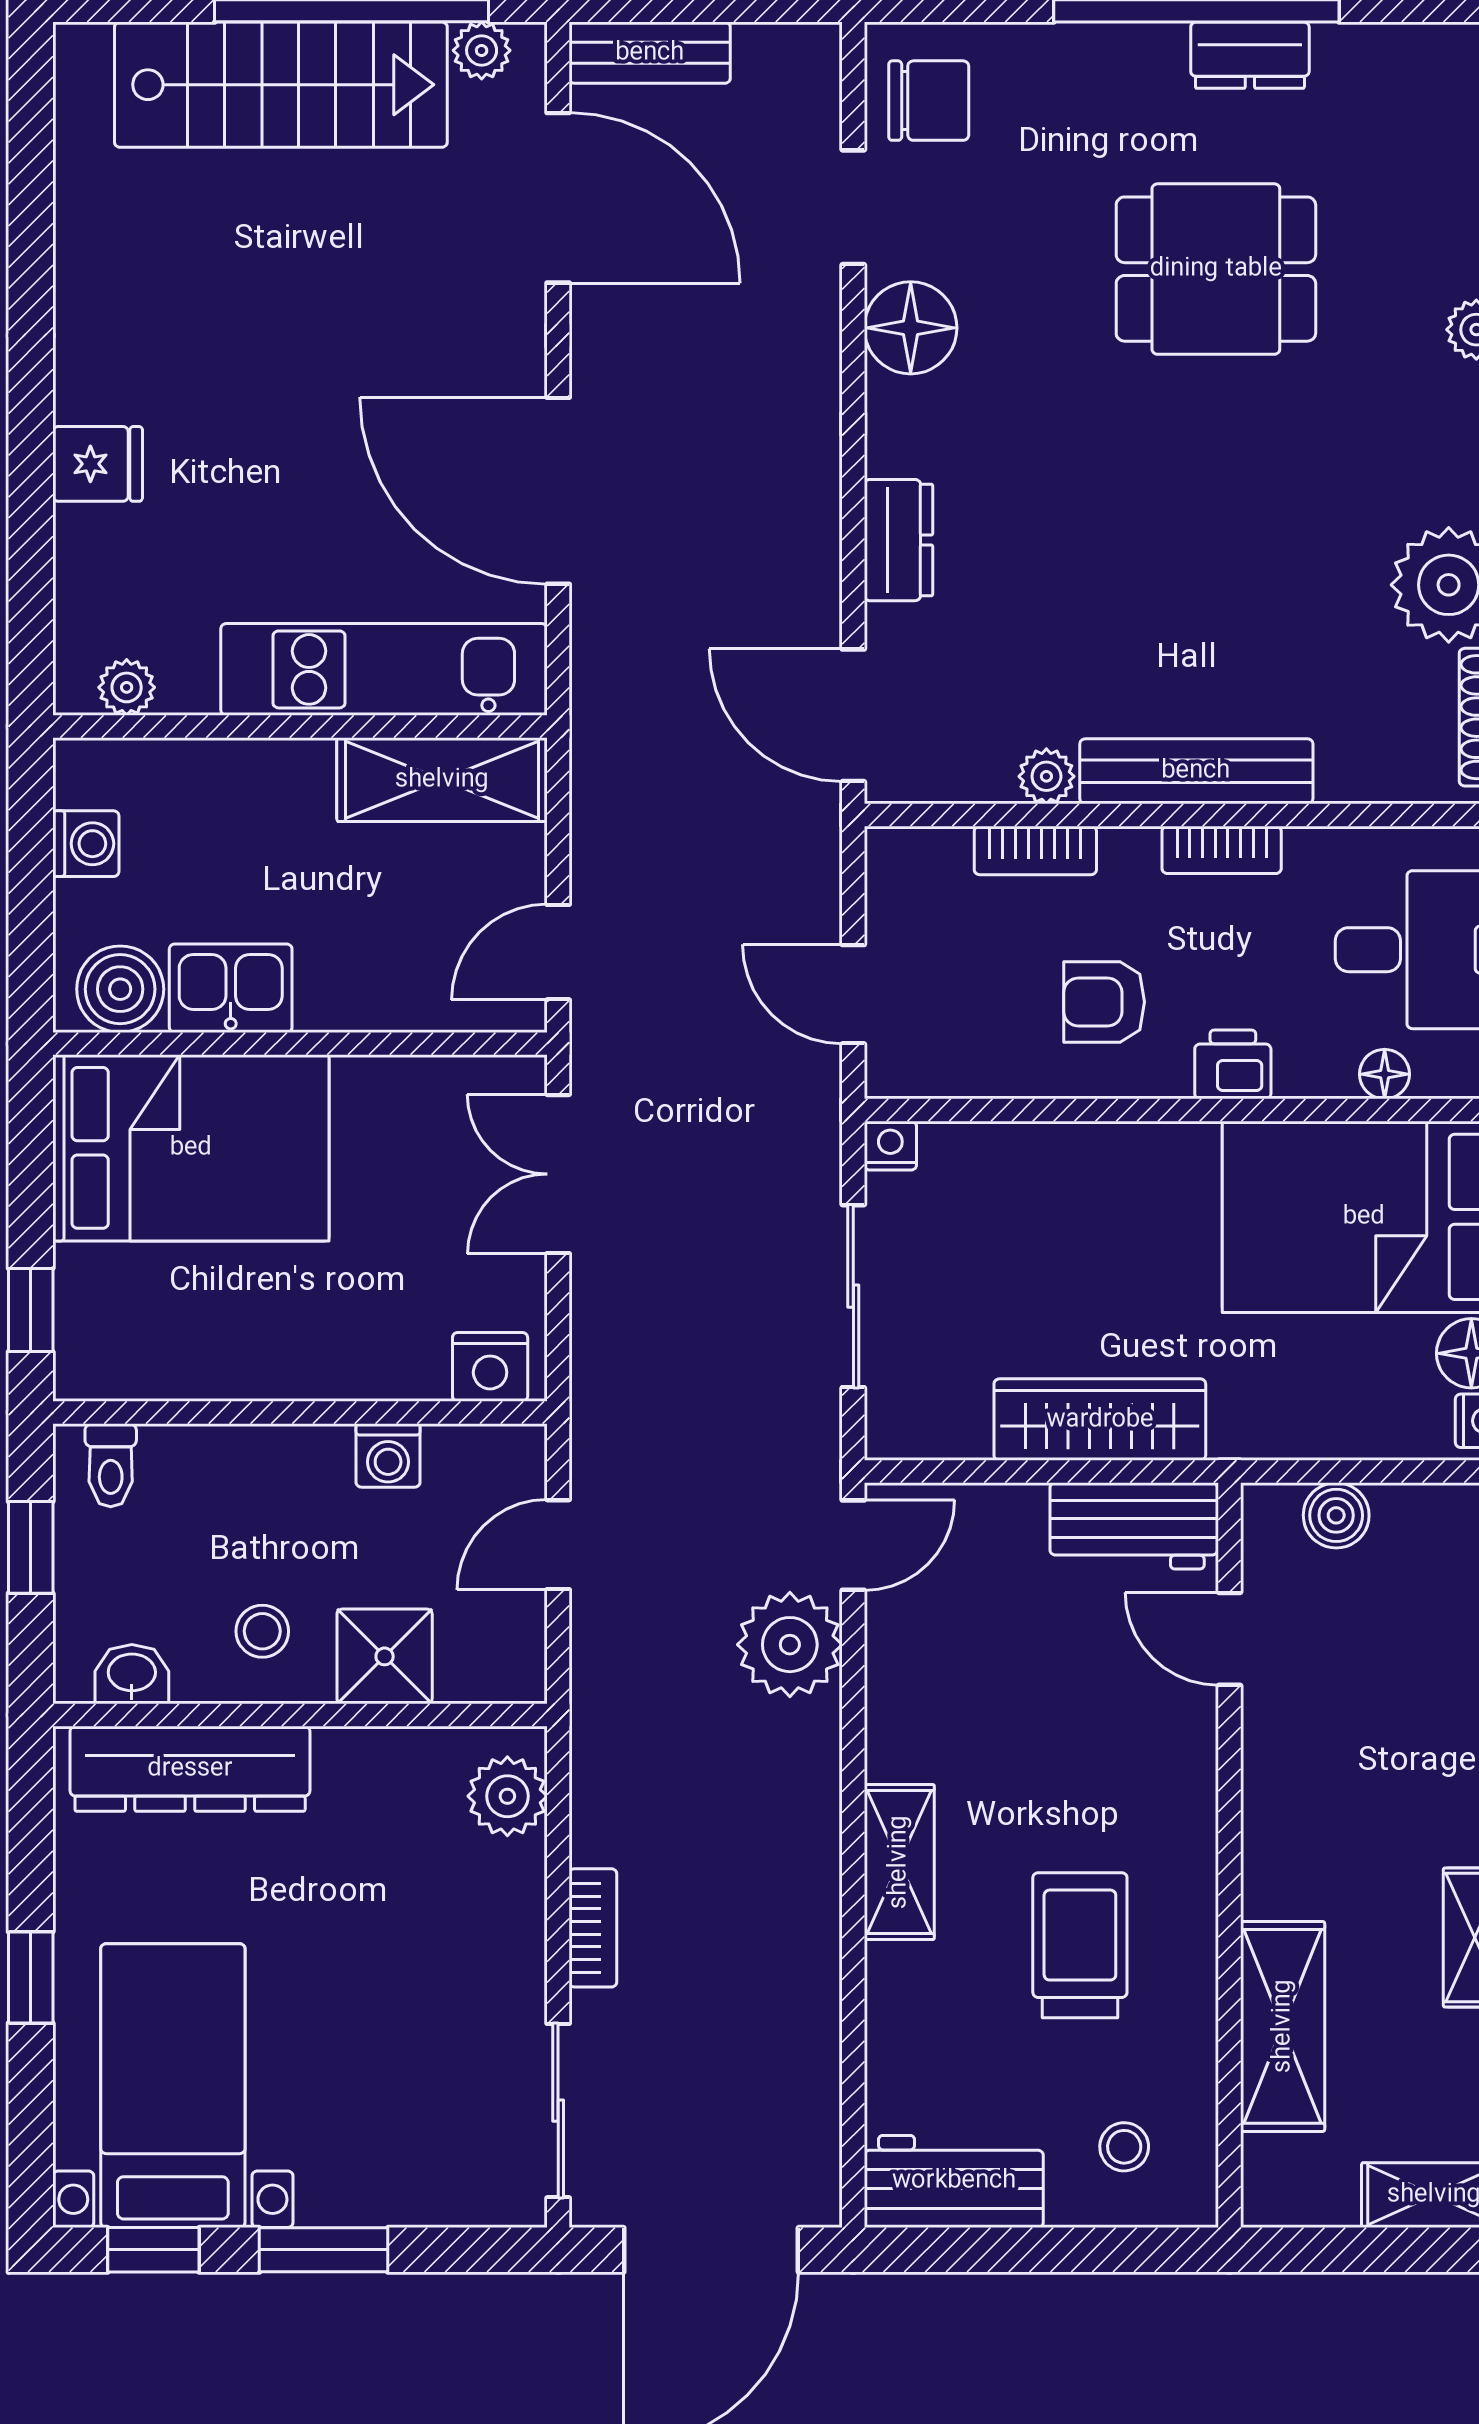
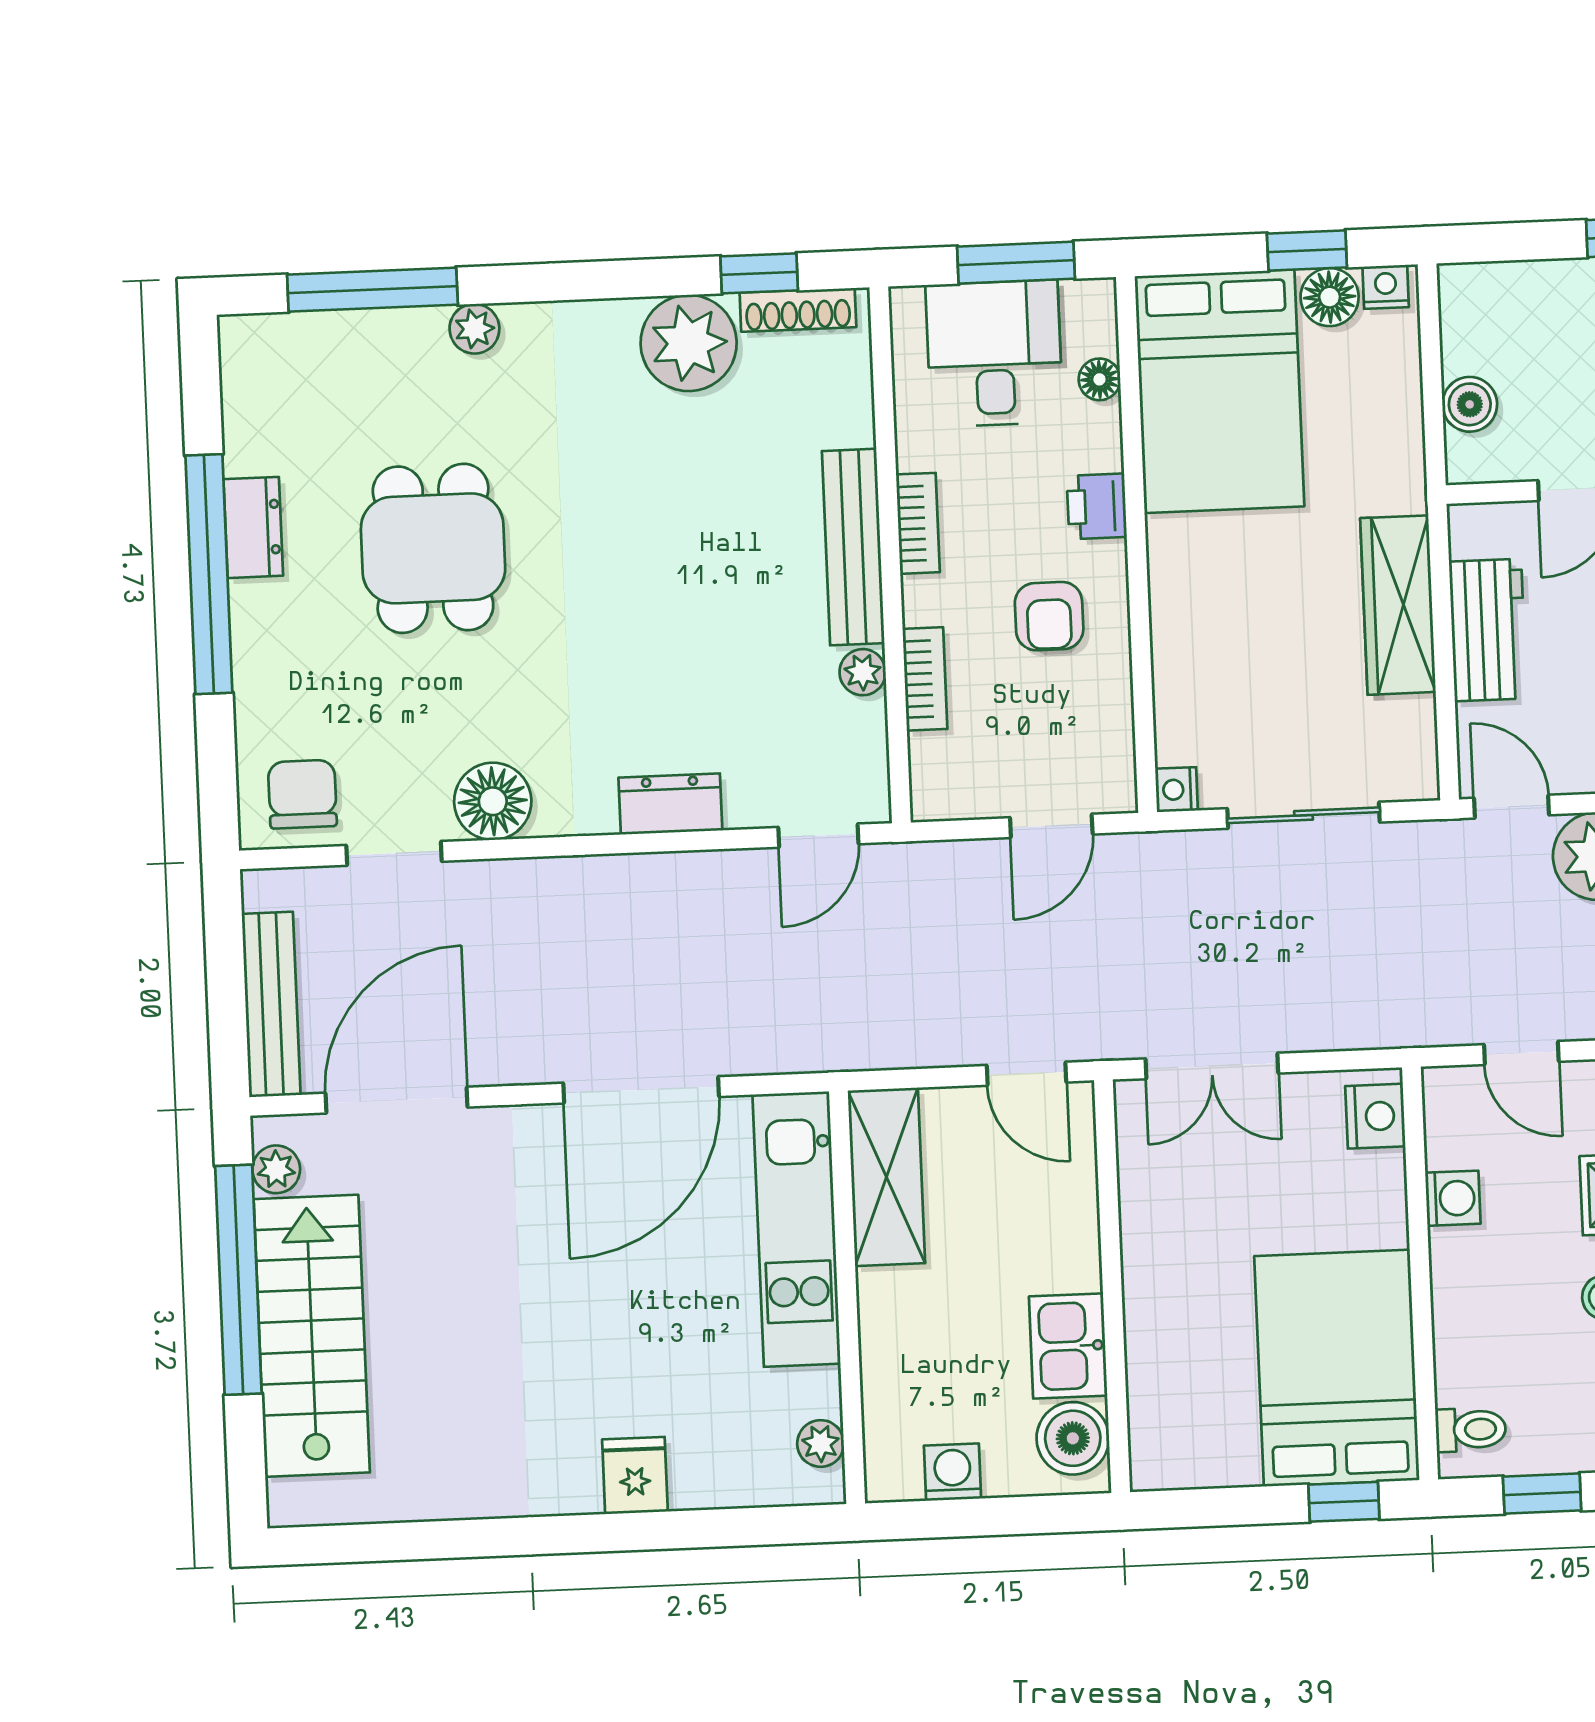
bench: (650, 53) -> (271, 1004), width x1.36
door: (853, 715) -> (818, 836), width x0.73
bed: (191, 1148) -> (1337, 1368), moved
workbench: (1134, 1526) -> (1488, 630), moved

